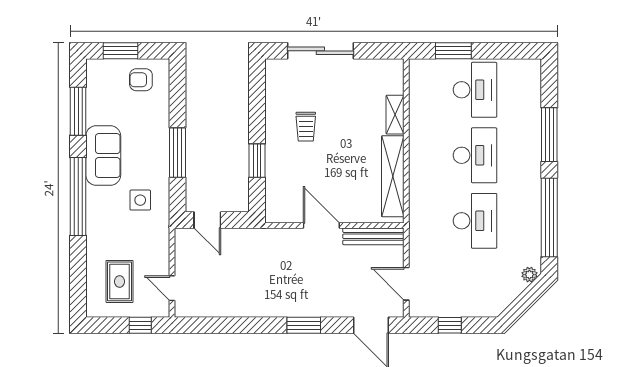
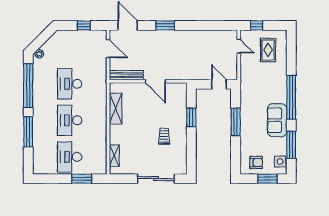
shelving: (395, 115) -> (114, 156), moved
shelving: (393, 176) -> (116, 109), width x0.68
side table: (140, 200) -> (280, 162), moved

